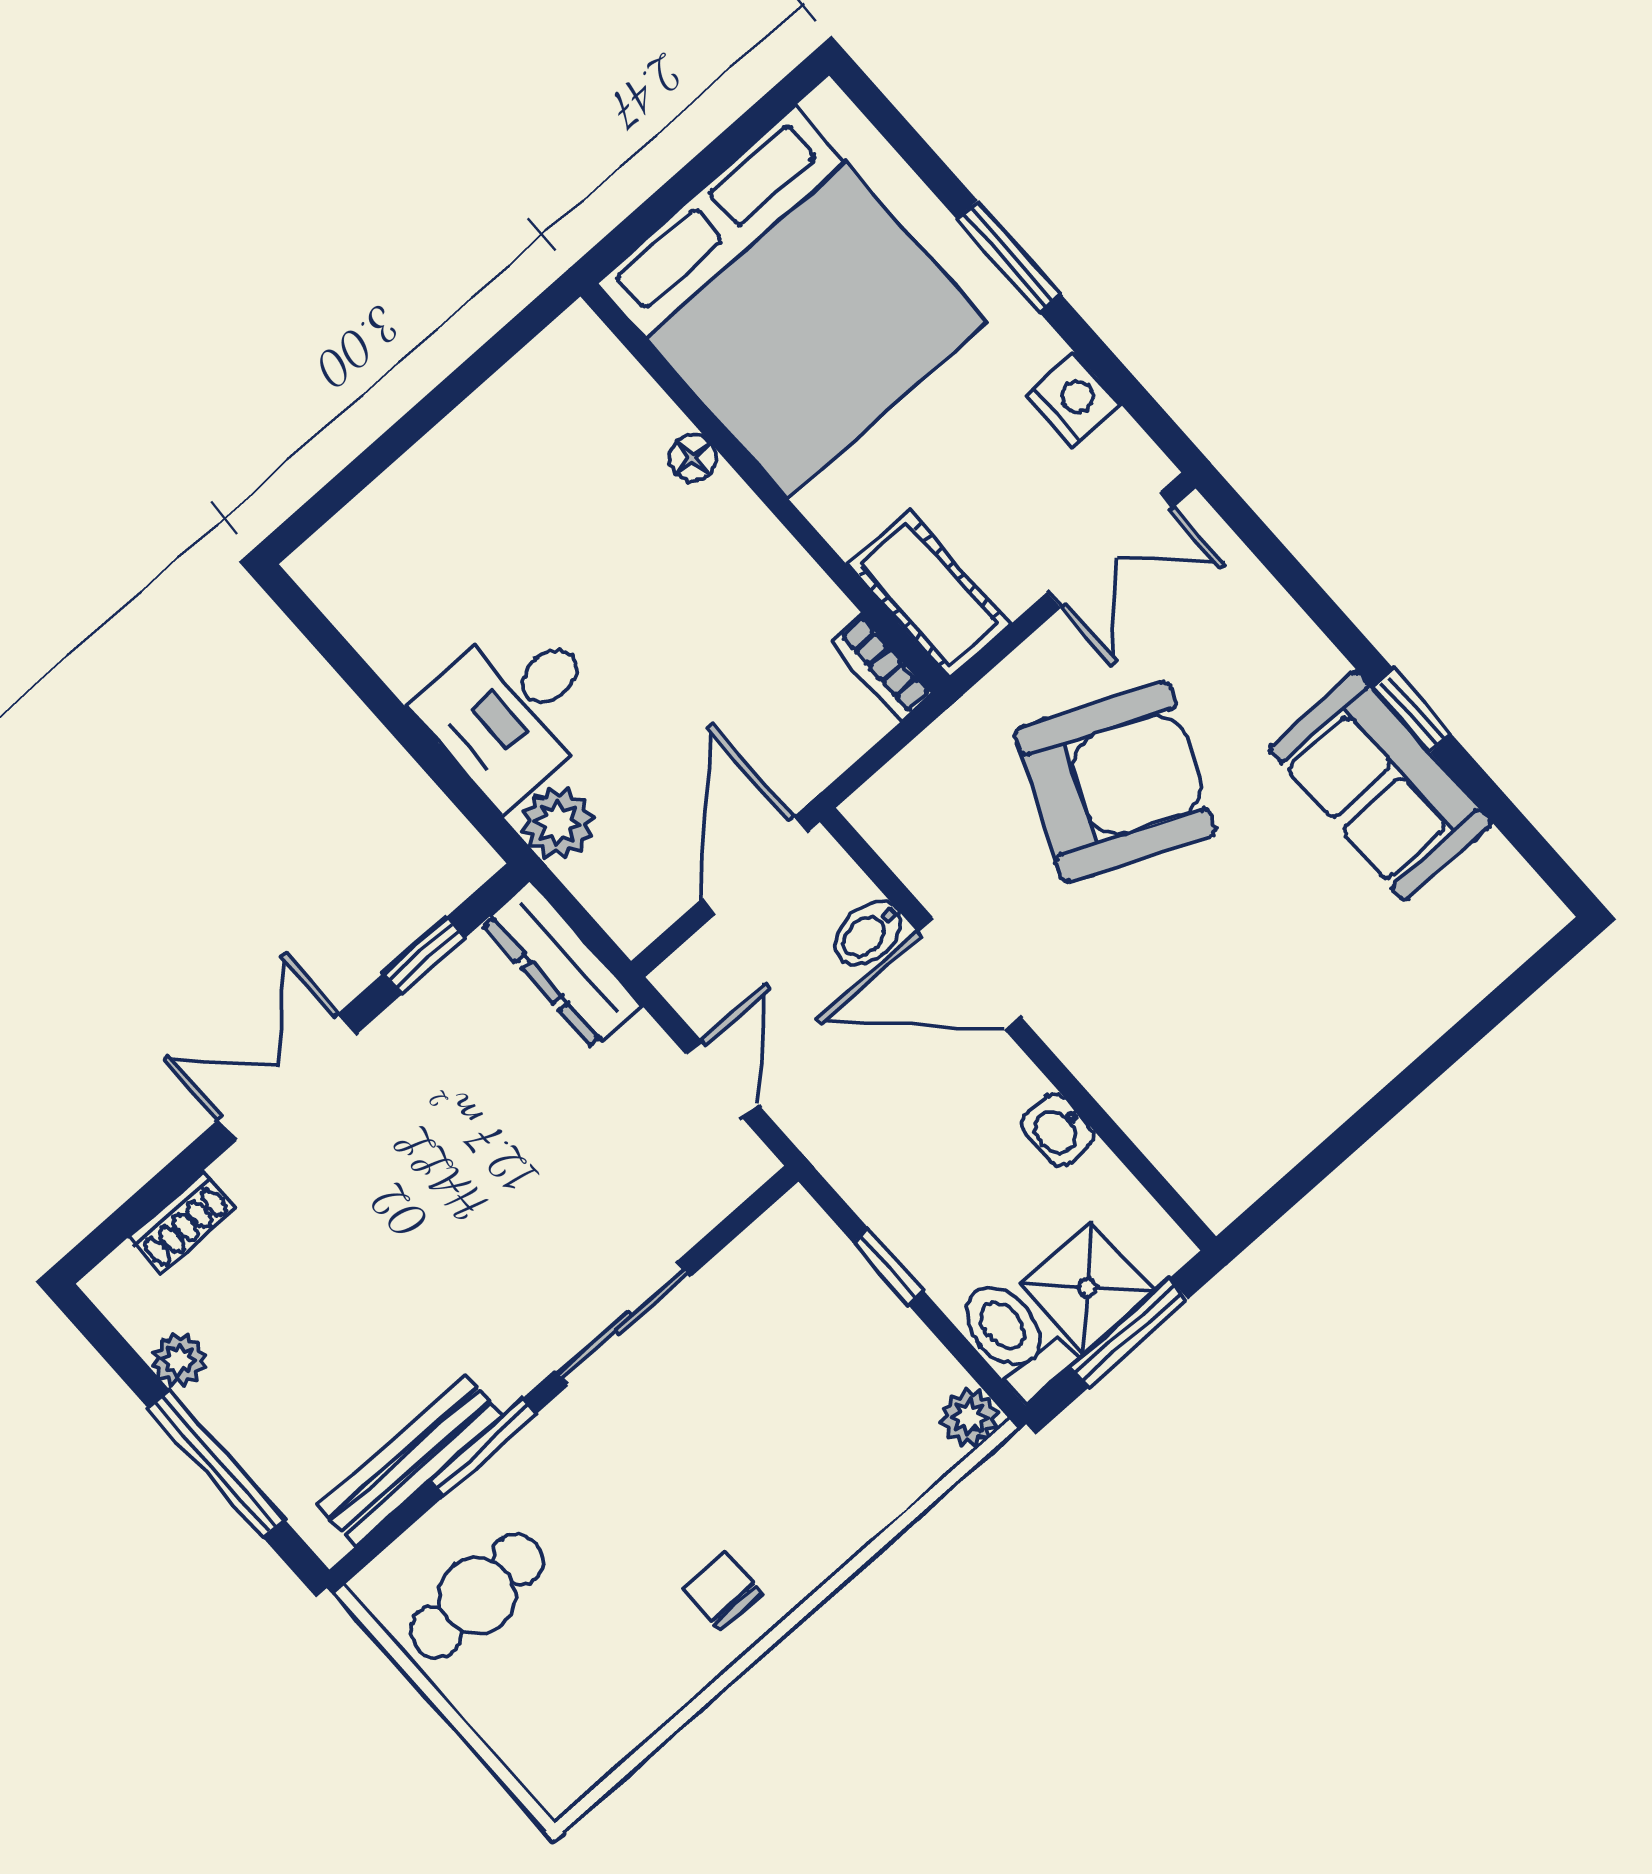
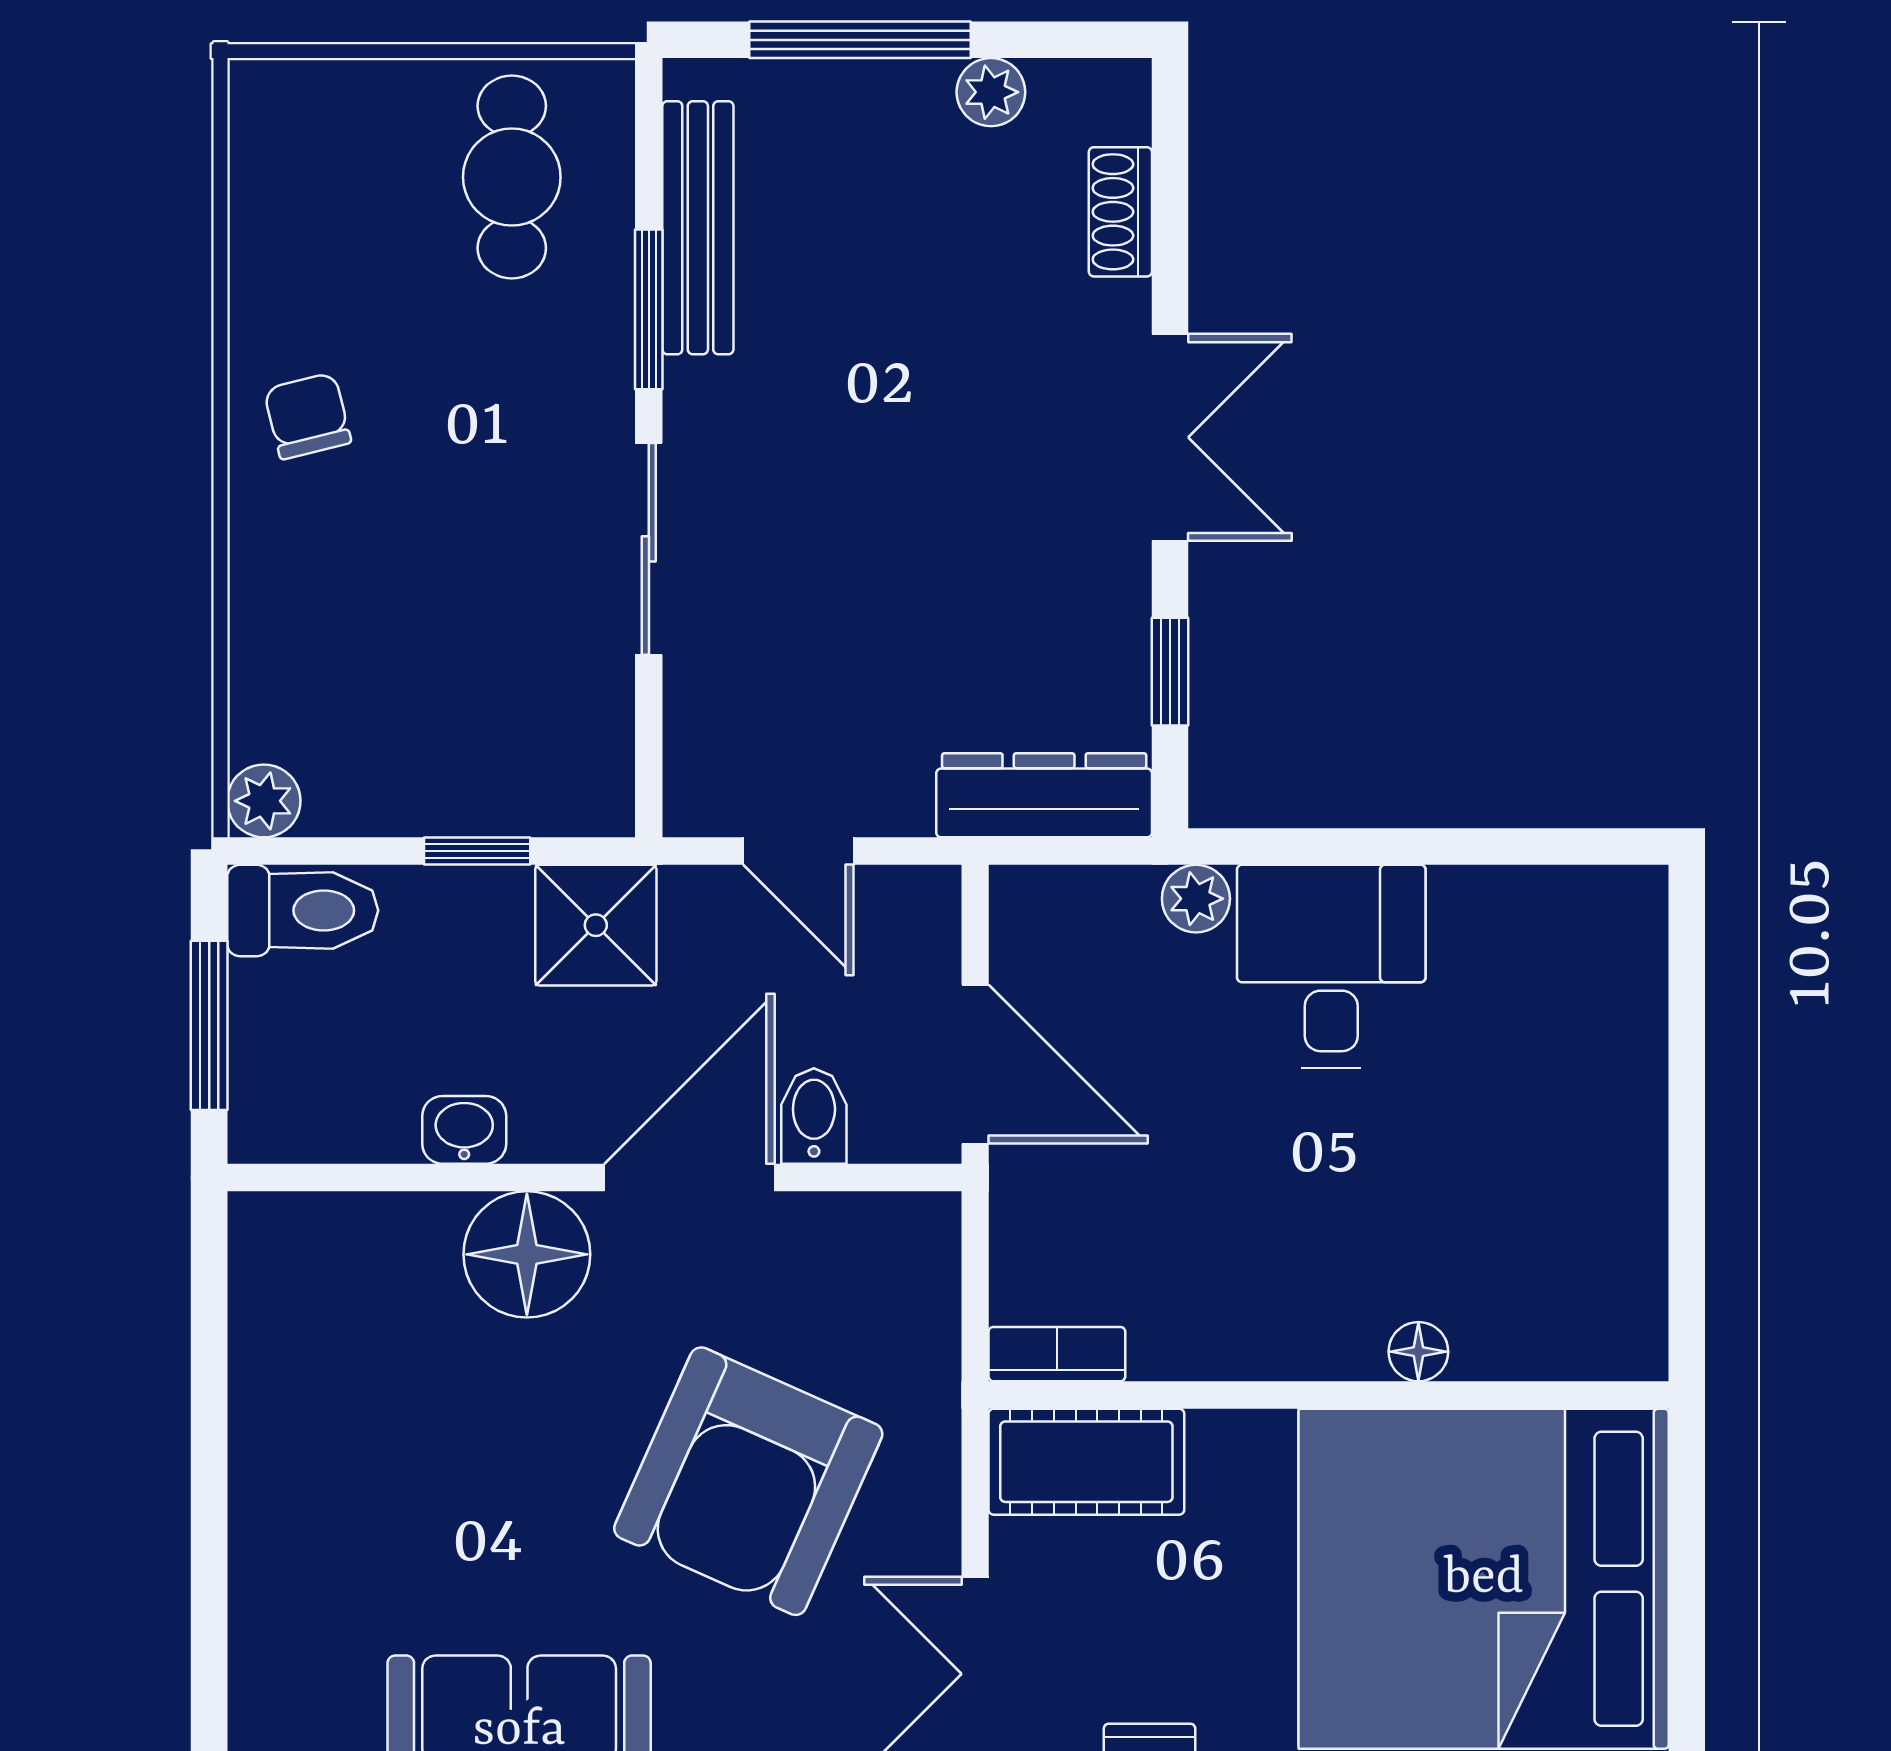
plant: (558, 823) -> (1196, 899), width x0.73, depth x0.73
floor lamp: (1098, 1029) -> (527, 1254), added
shower: (1087, 1288) -> (596, 925), moved
chair: (722, 1591) -> (307, 416), turned -104

